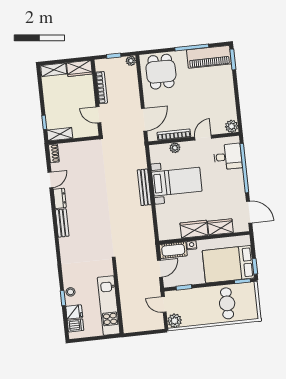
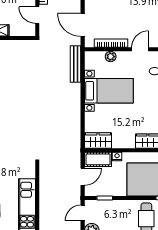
door: (144, 120) -> (83, 25), swing flipped
bench: (144, 187) -> (76, 64), moved
wardrobe: (194, 229) -> (98, 140), moved
door: (164, 304) -> (83, 213), hinge flipped

